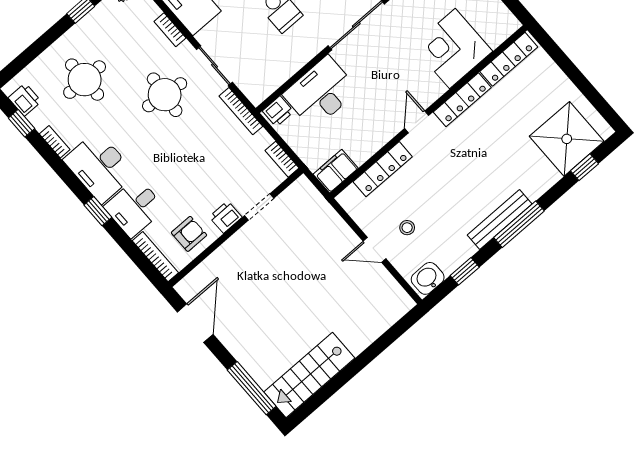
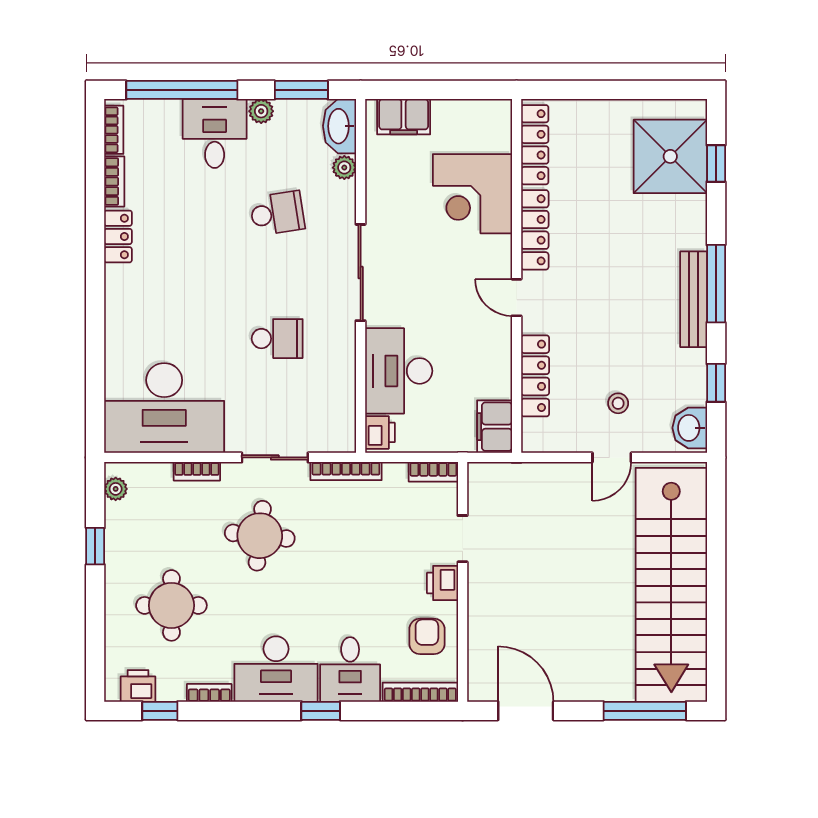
stairs: (309, 375) -> (671, 585), width x1.86, depth x1.51

